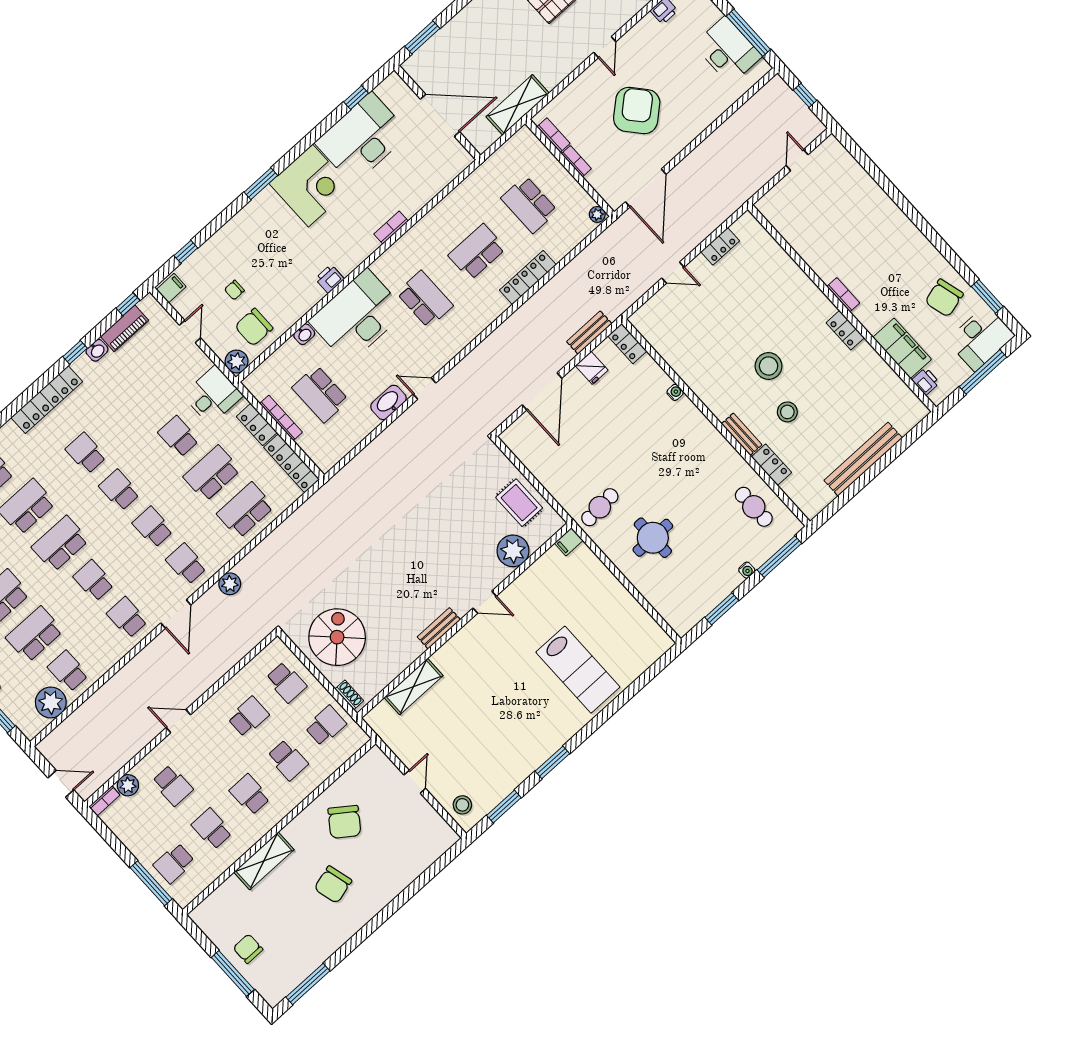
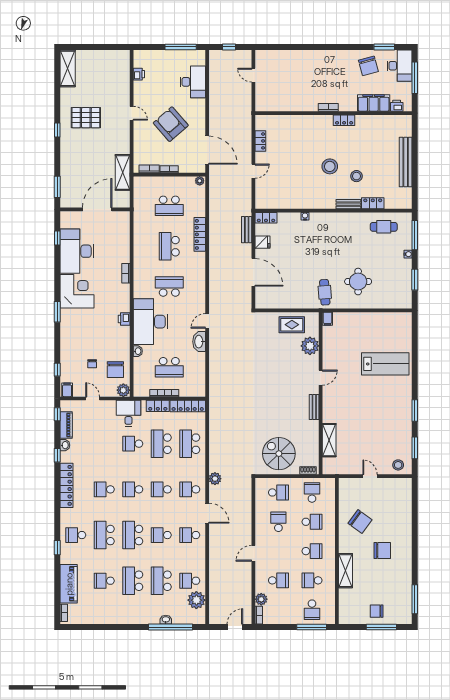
desk: (728, 50) -> (193, 82), moved, turned 90
school desk: (250, 794) -> (312, 551), turned 180
chair: (333, 885) -> (382, 550), turned -75

